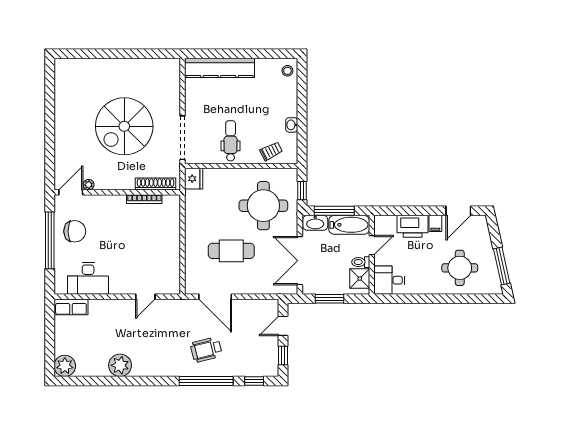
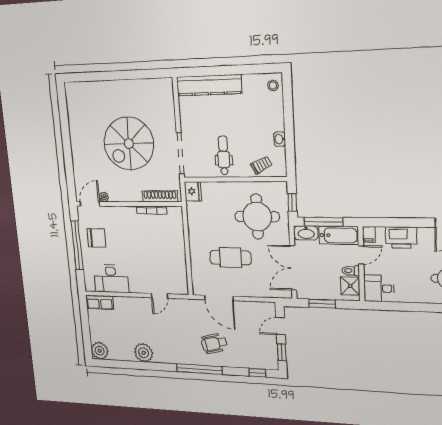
filing cabinet: (435, 223) -> (369, 234), moved
window: (206, 381) -> (199, 369), moved

